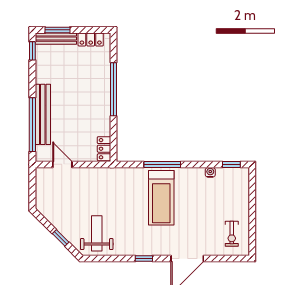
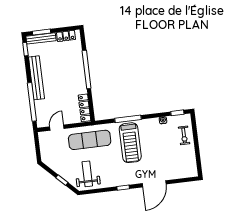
bench: (43, 114) -> (36, 78), moved
locker: (104, 149) -> (84, 108), width x1.53
door: (62, 164) -> (57, 128), hinge flipped
exercise mat: (106, 187) -> (90, 140), added
exercise bike: (232, 234) -> (184, 135), moved

